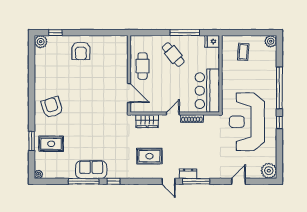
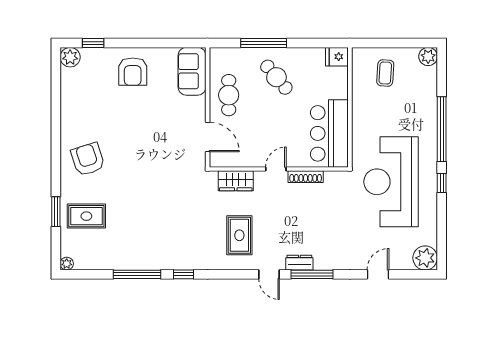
window: (185, 33) -> (264, 43), moved
rug: (149, 156) -> (239, 235), turned 90
sofa: (91, 170) -> (192, 71), moved, turned -90

